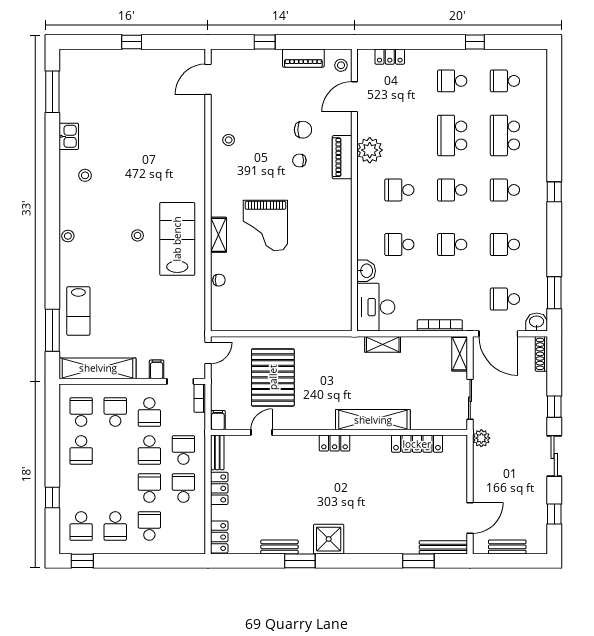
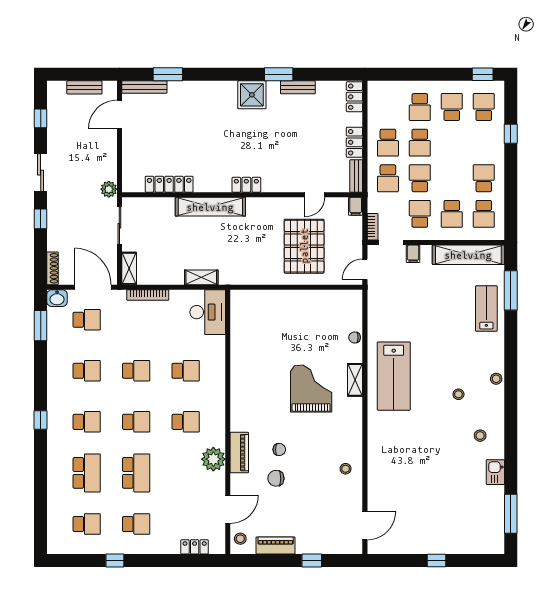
stool: (138, 235) -> (458, 394), moved
washbasin: (366, 271) -> (217, 346), removed

